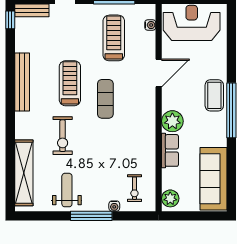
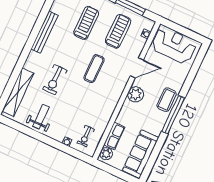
treadmill: (70, 83) -> (86, 23), moved
plant: (172, 121) -> (135, 94), moved
row of seats: (170, 150) -> (114, 136), moved
window: (91, 216) -> (49, 141), removed

